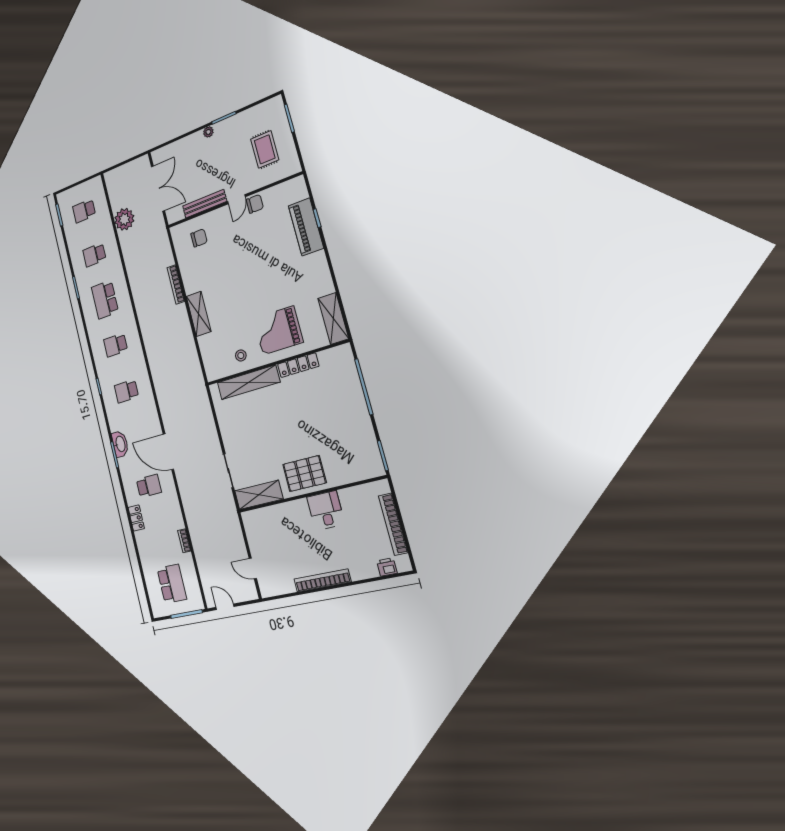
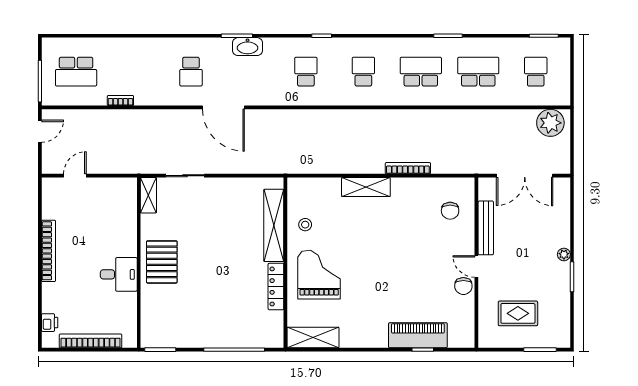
plant: (124, 219) -> (550, 123), moved
school desk: (94, 255) -> (478, 72), width x1.85
door: (168, 452) -> (223, 107), swing flipped
shelving: (259, 495) -> (148, 195), width x0.67, depth x0.75
locker: (136, 518) -> (158, 45), removed

